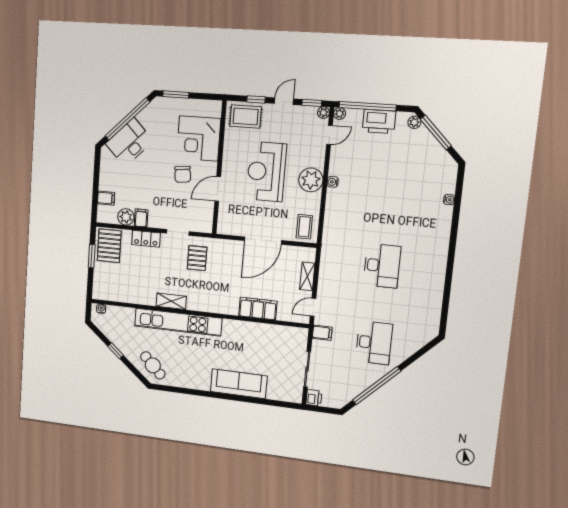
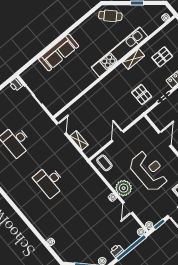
printer: (379, 122) -> (117, 251), width x0.53, depth x0.68
door: (329, 135) -> (128, 208), moved
door: (263, 241) -> (118, 136), width x0.53
pallet: (141, 274) -> (162, 57), added
filing cabinet: (258, 309) -> (87, 100), removed
filing cabinet: (322, 333) -> (44, 121), removed

